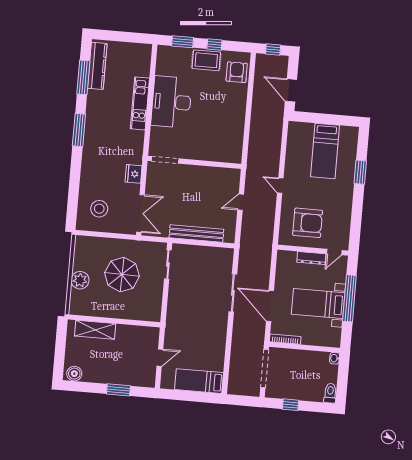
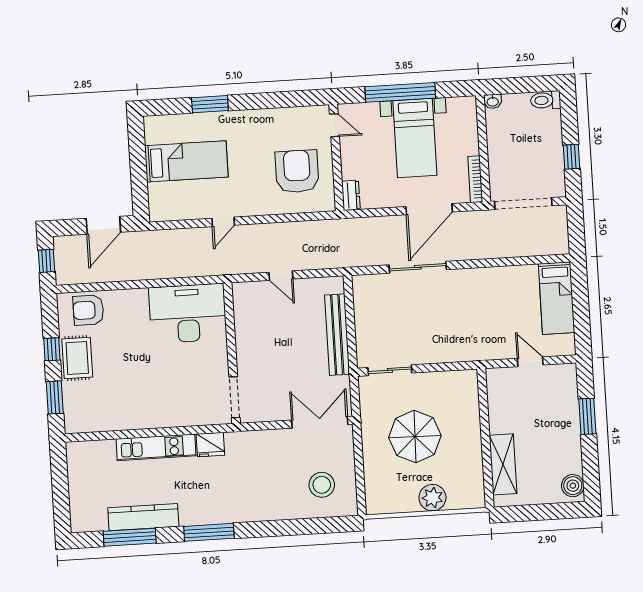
kitchen counter: (97, 66) -> (143, 517), moved
desk: (171, 102) -> (188, 313), moved, turned 180
fridge: (134, 174) -> (210, 445), moved
door: (280, 186) -> (223, 222), moved
dresser: (311, 258) -> (351, 195), moved, width x0.70

